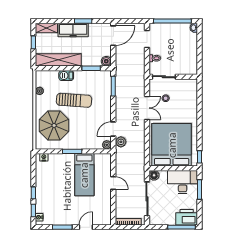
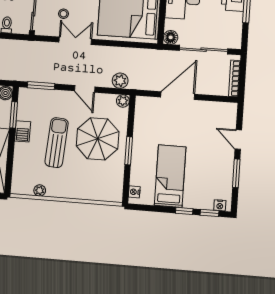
barbecue: (66, 76) -> (23, 131), moved
parasol: (54, 125) -> (98, 139), moved
door: (113, 129) -> (85, 89), moved
bed: (84, 175) -> (170, 176), moved, turned -90
door: (113, 183) -> (178, 96), width x1.87

